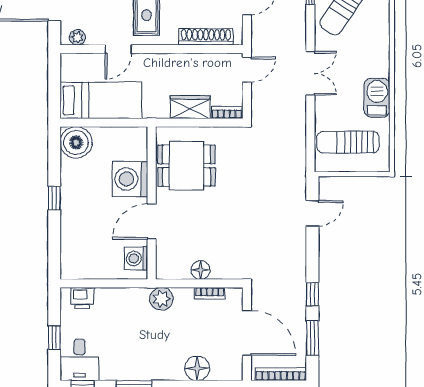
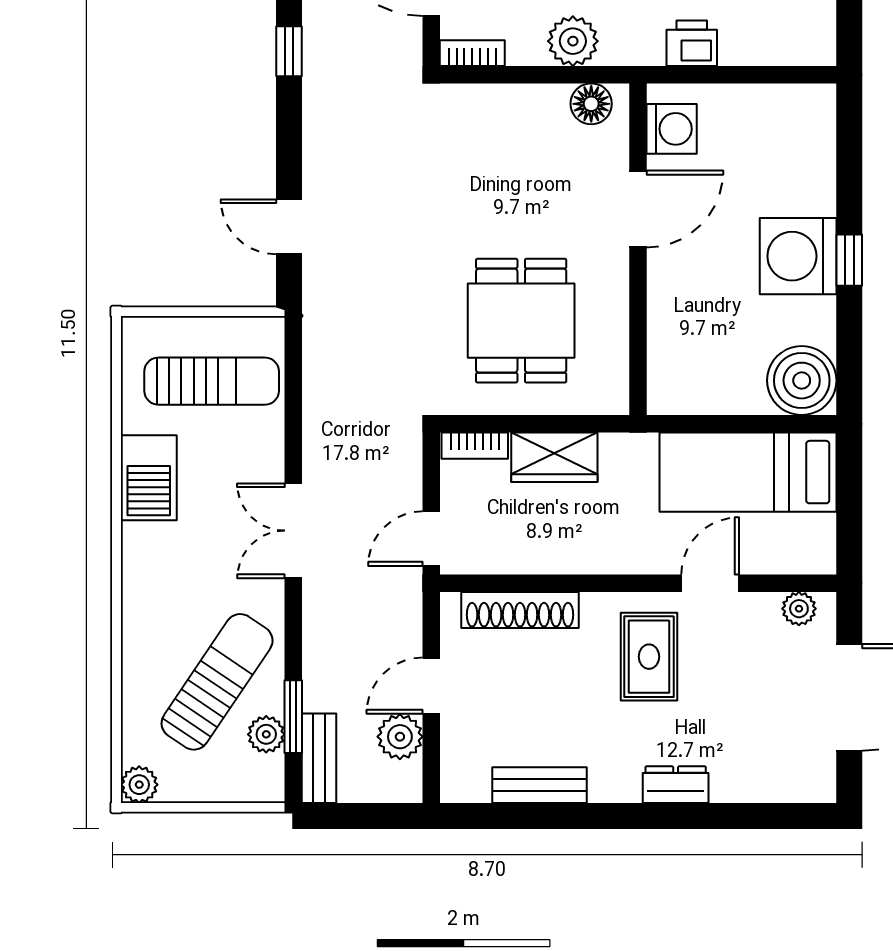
dining table: (186, 166) -> (521, 321), moved, turned 90
washing machine: (130, 179) -> (798, 256), moved, turned 180
door: (312, 213) -> (289, 227), hinge flipped
floor lamp: (201, 270) -> (591, 104), moved
bookcase: (210, 293) -> (472, 53), moved
printer: (82, 298) -> (692, 43), moved
plant: (161, 299) -> (573, 41), moved

